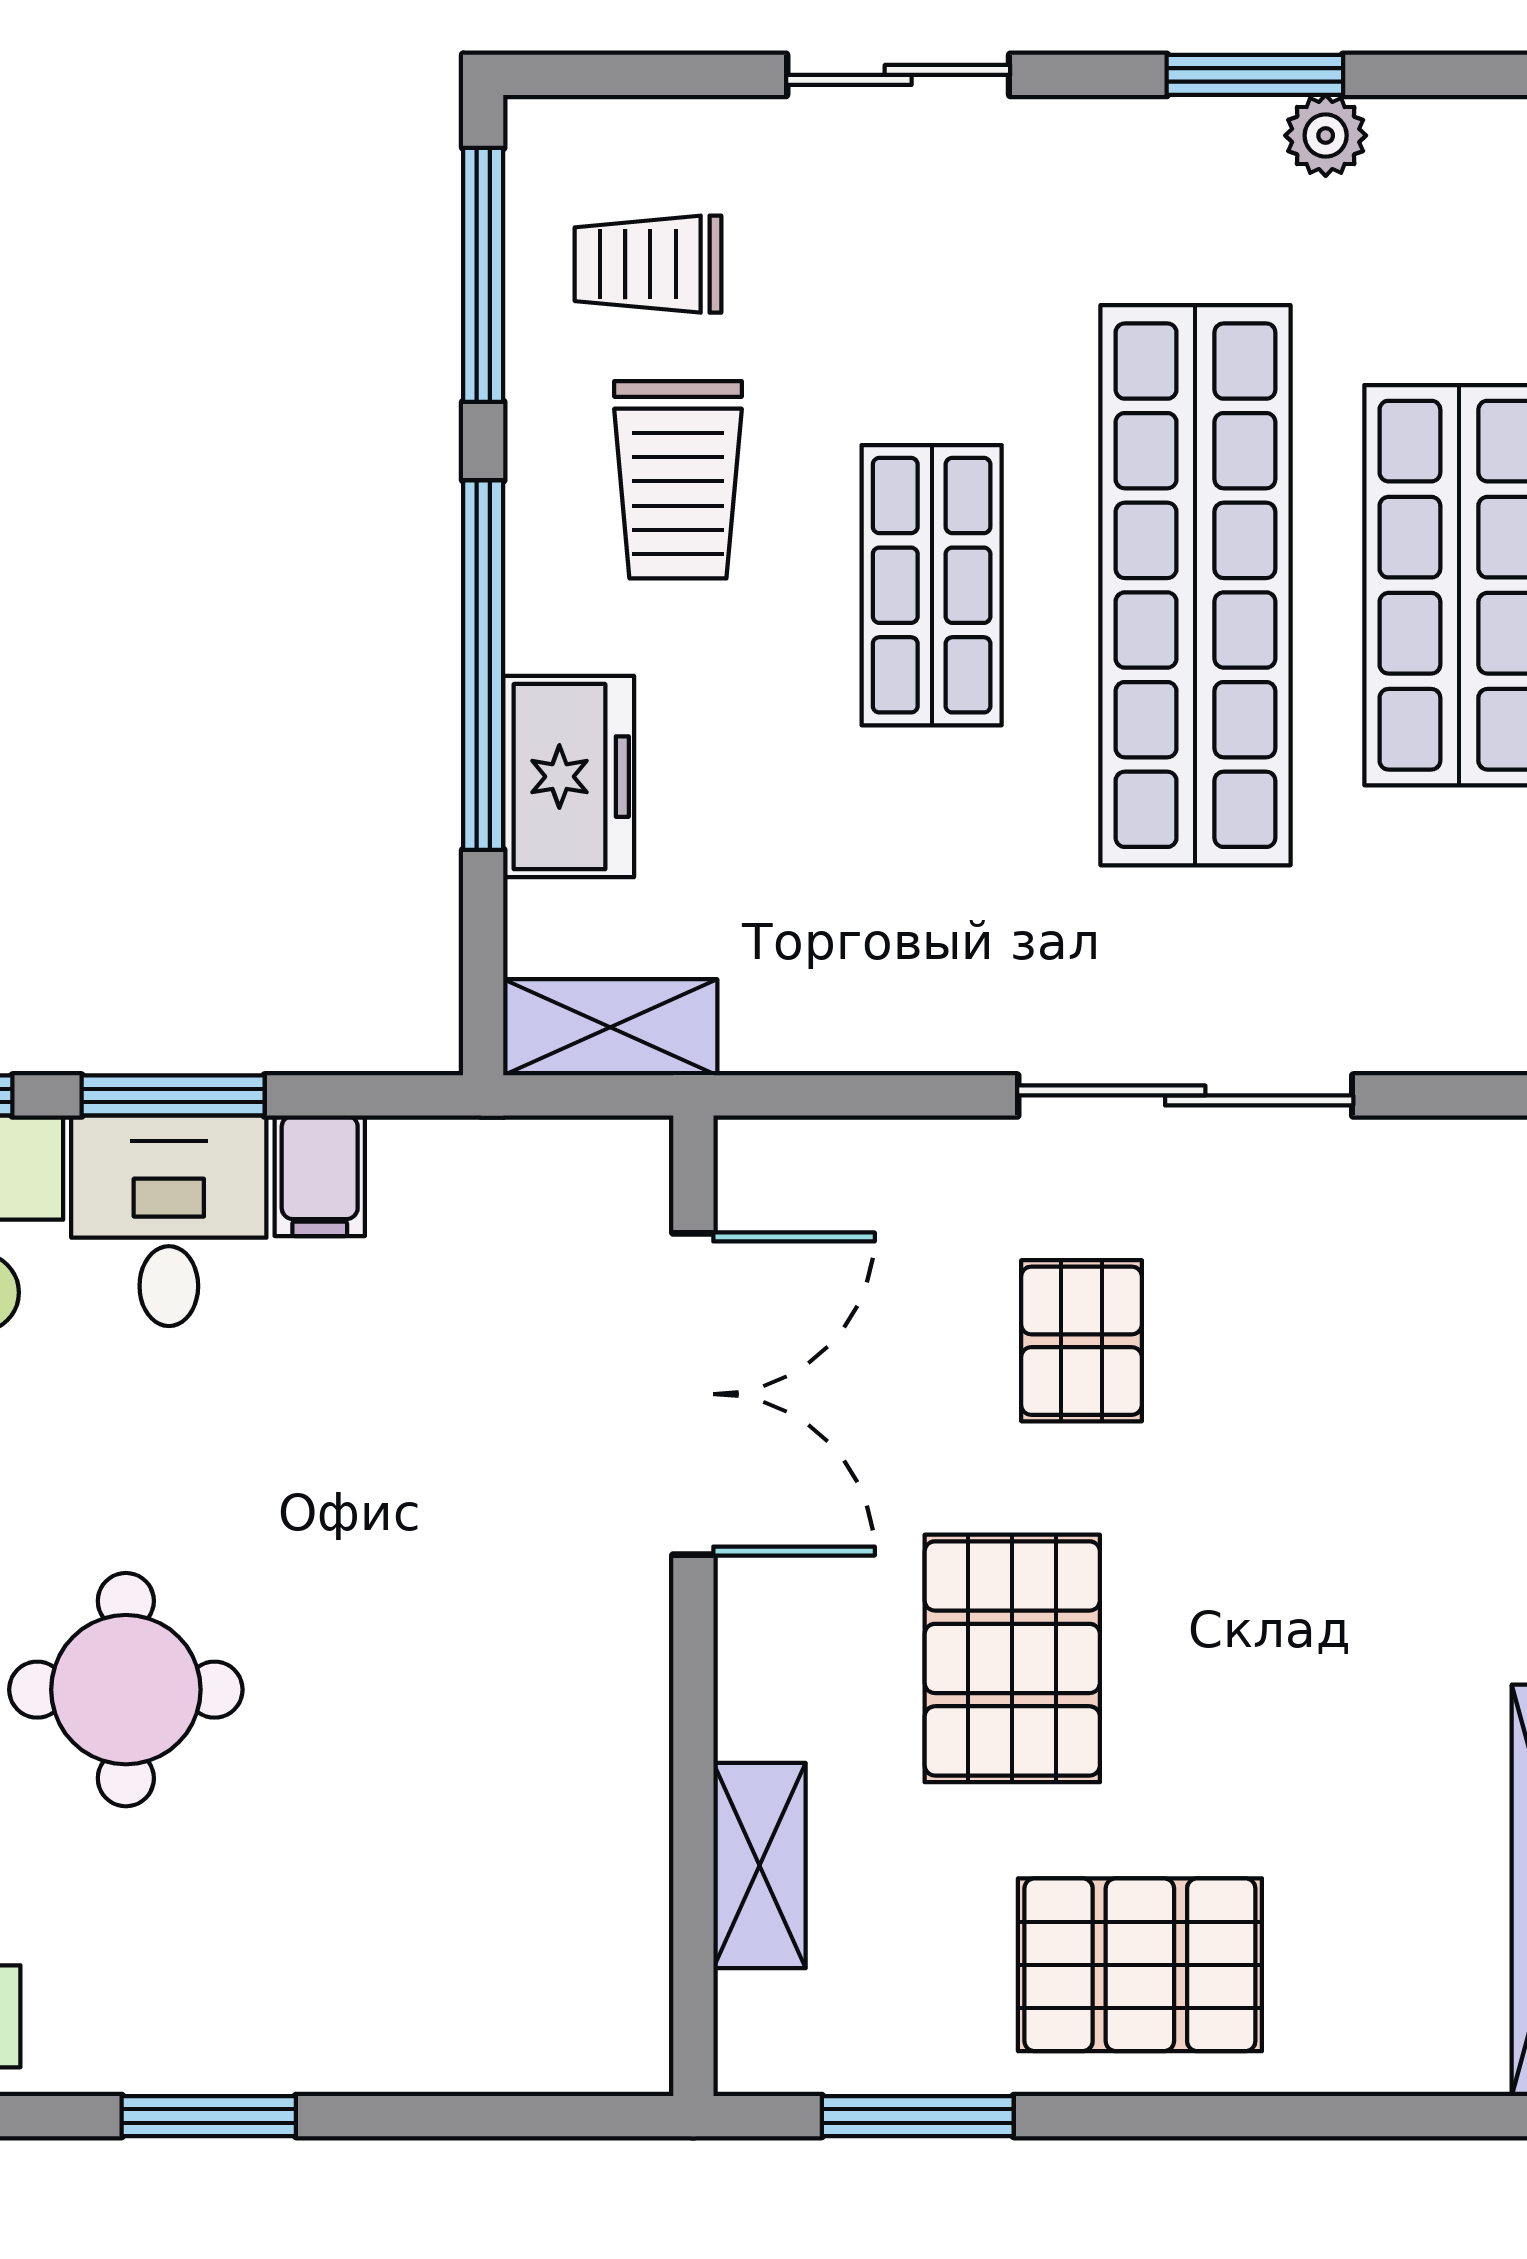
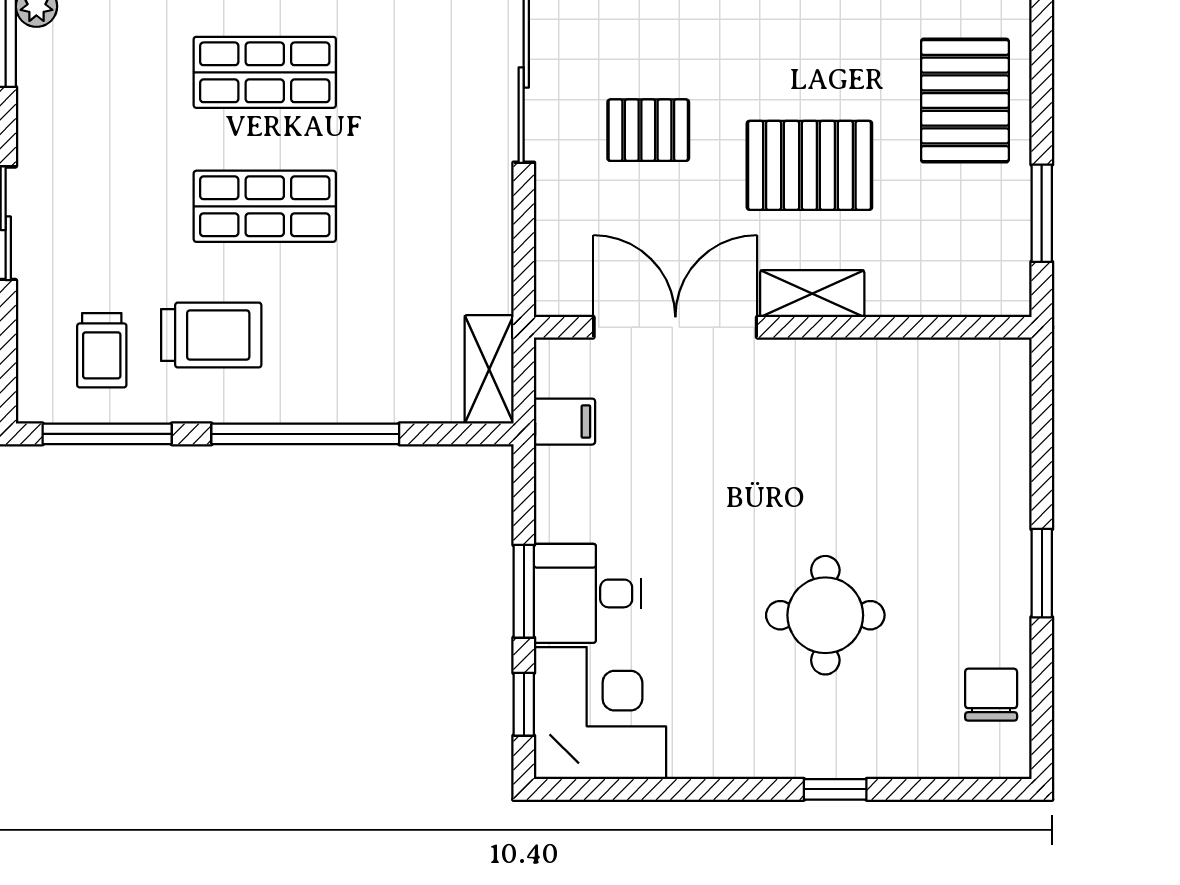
shop shelf: (1195, 585) -> (265, 72), width x0.50, depth x0.74
freezer: (569, 777) -> (362, 390), removed
filing cabinet: (320, 1176) -> (564, 422), moved
shelving: (760, 1866) -> (812, 294), moved

